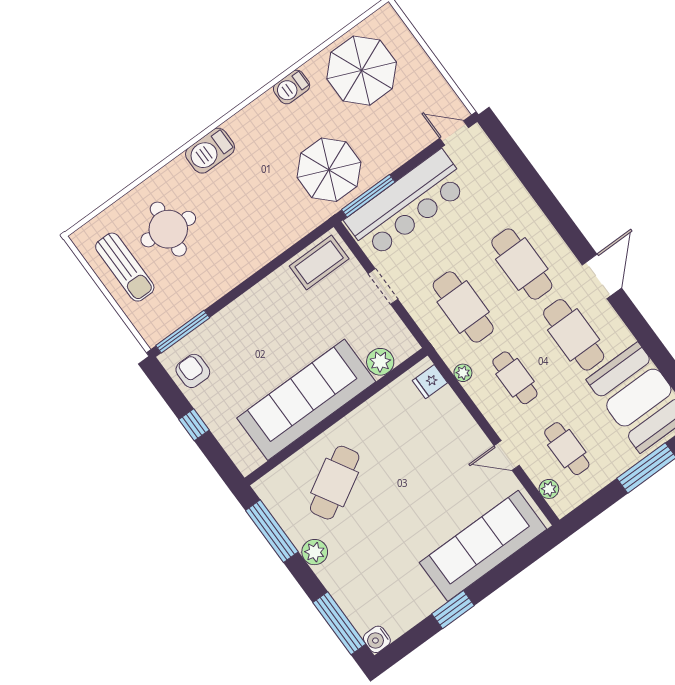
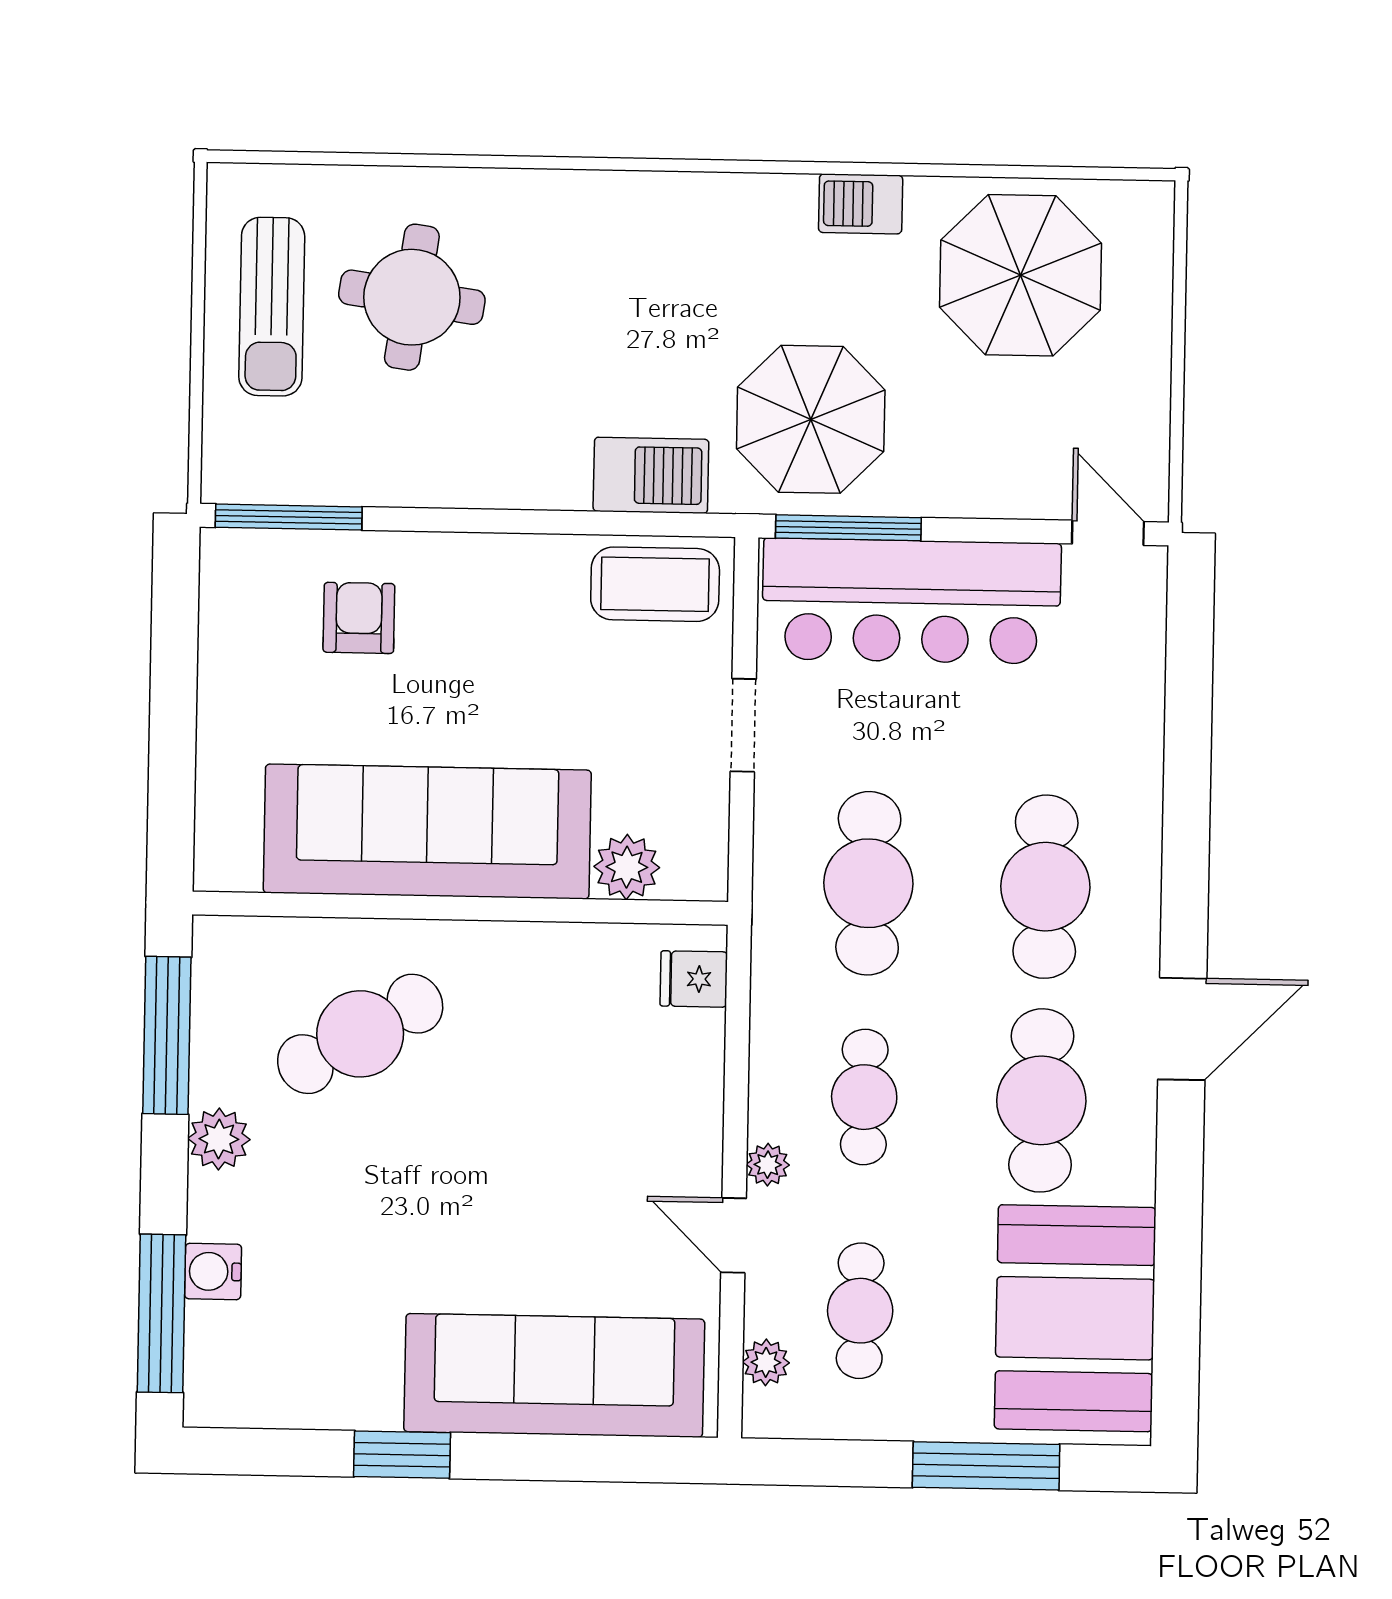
barbecue: (210, 151) -> (651, 475), moved, turned 180
armchair: (193, 371) -> (359, 618), moved
plant: (463, 373) -> (768, 1165), moved
window: (194, 425) -> (173, 714), removed
water cooler: (377, 639) -> (213, 1271), moved

